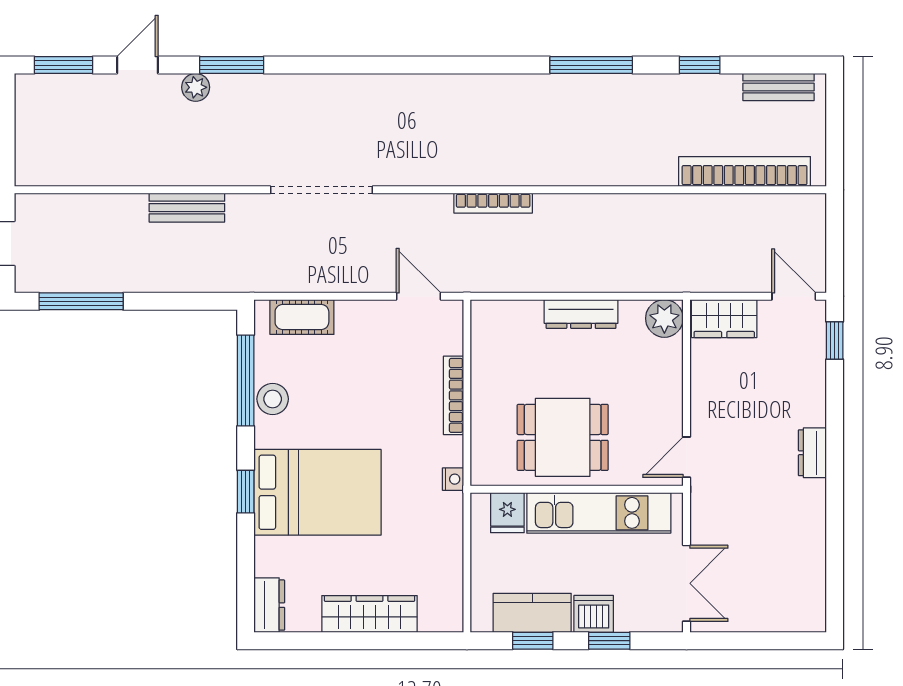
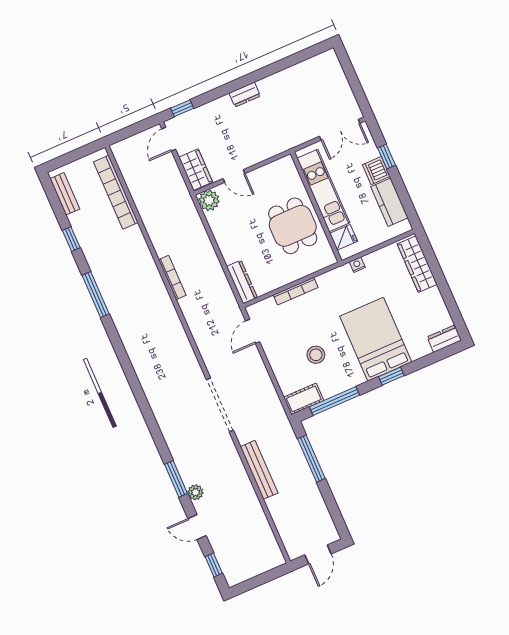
window: (63, 65) -> (214, 565), width x0.67
bookcase: (493, 203) -> (172, 277), moved
bench: (187, 208) -> (259, 470), width x1.36
window: (81, 301) -> (311, 459), moved
dresser: (581, 314) -> (242, 282), moved
cot: (302, 317) -> (304, 399), moved, turned 90
stool: (273, 399) -> (316, 355), moved
door: (687, 457) -> (234, 176), moved
nightstand: (453, 479) -> (357, 265), moved
double door: (687, 583) -> (340, 130), swing flipped
wardrobe: (370, 614) -> (417, 264), moved
window: (533, 641) -> (404, 196), removed

